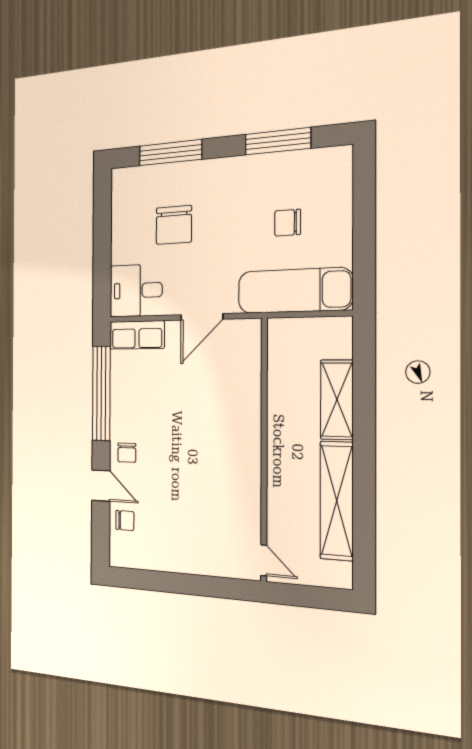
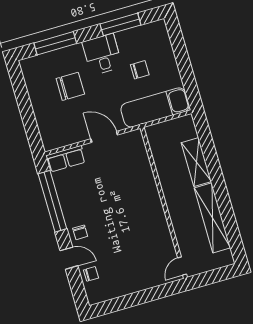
chair: (288, 223) -> (140, 70), turned 180
chair: (174, 225) -> (70, 86), turned -90
desk: (136, 290) -> (102, 54), moved, turned 90
door: (202, 317) -> (104, 137), swing flipped
door: (264, 560) -> (182, 266), swing flipped

